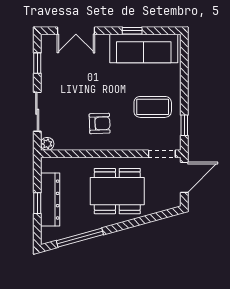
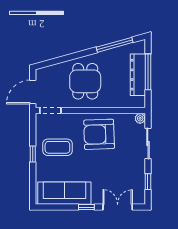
window: (132, 31) -> (86, 207), moved
armchair: (100, 123) -> (99, 134), width x1.88, depth x1.88
window: (184, 125) -> (33, 154), moved
dining table: (117, 191) -> (85, 81), width x0.73
window: (37, 203) -> (148, 72), width x2.17

